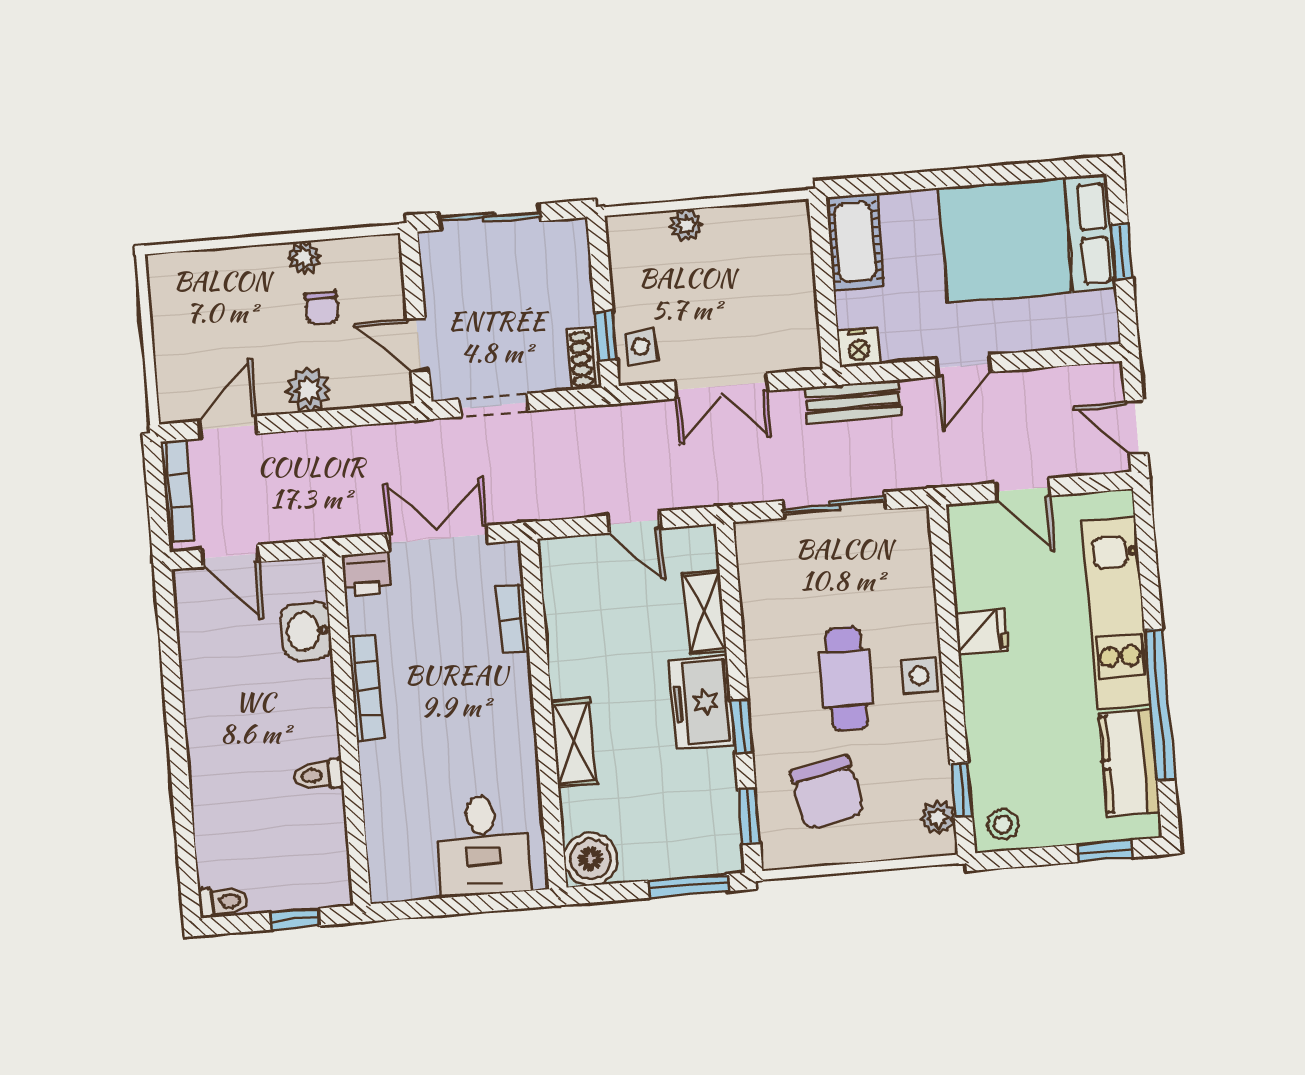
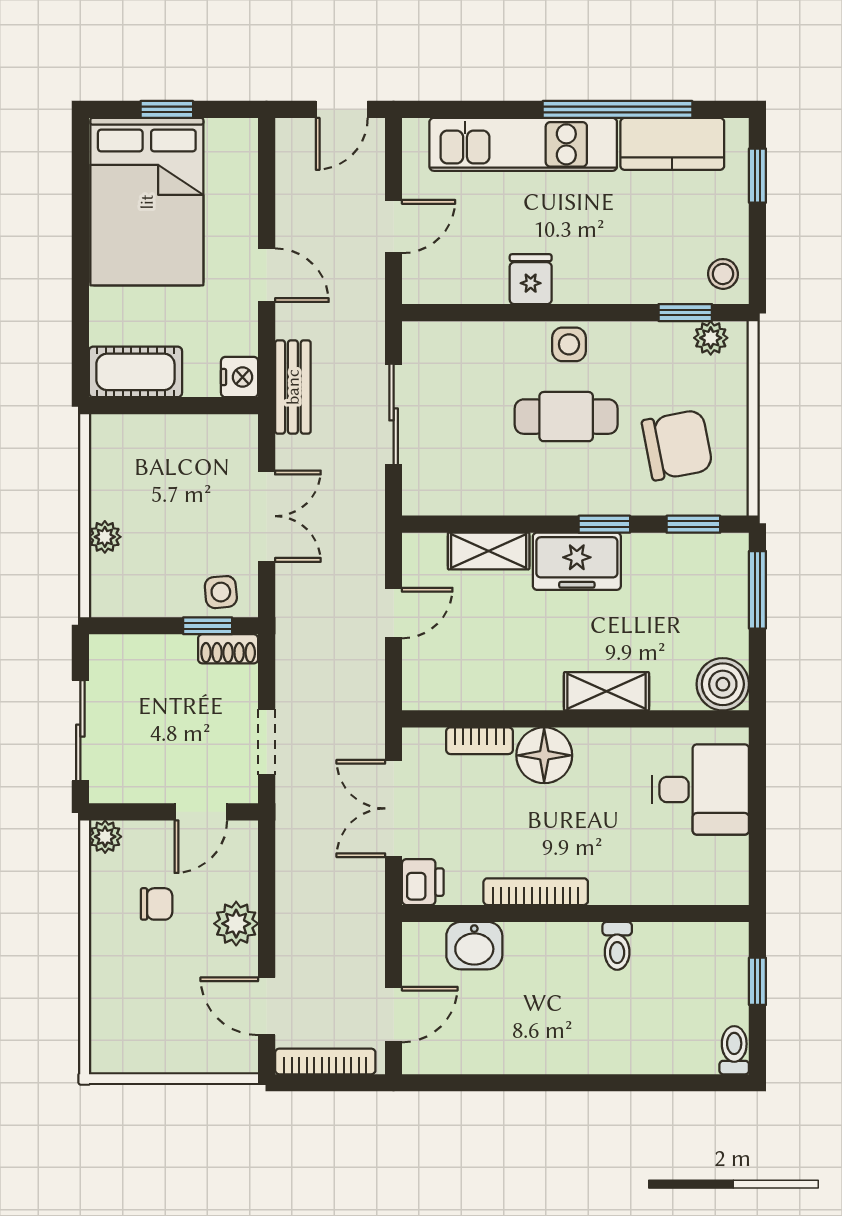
plant: (304, 258) -> (105, 837), moved
floor lamp: (504, 685) -> (544, 755), added

